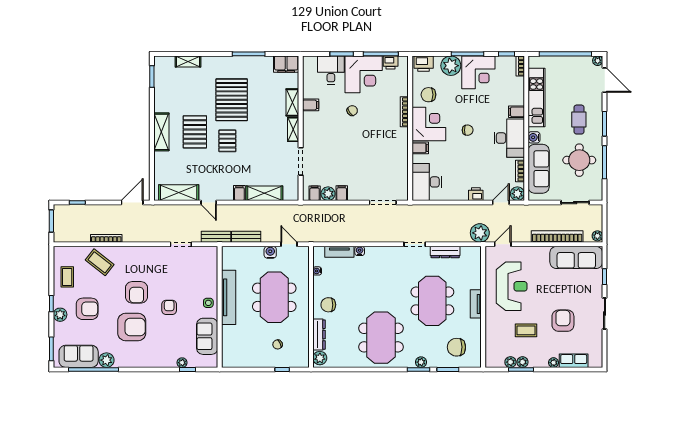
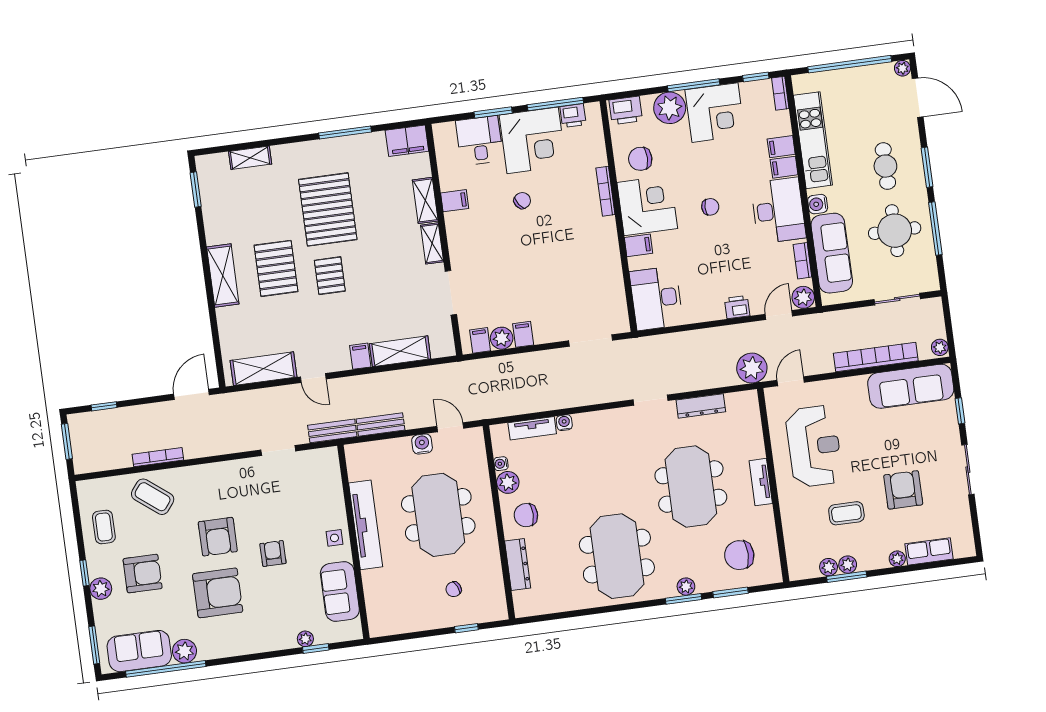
filing cabinet: (516, 99) -> (781, 147), added
plant: (320, 358) -> (508, 482), moved

